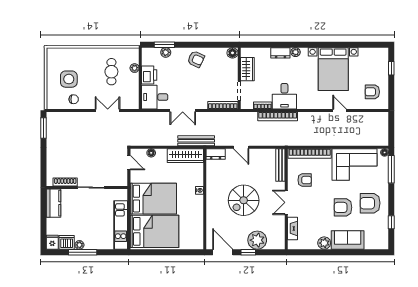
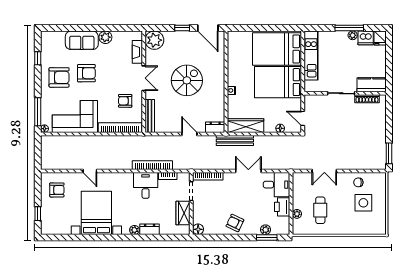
kitchen counter: (53, 203) -> (372, 85), moved, turned 90
plant: (257, 240) -> (154, 40), moved

